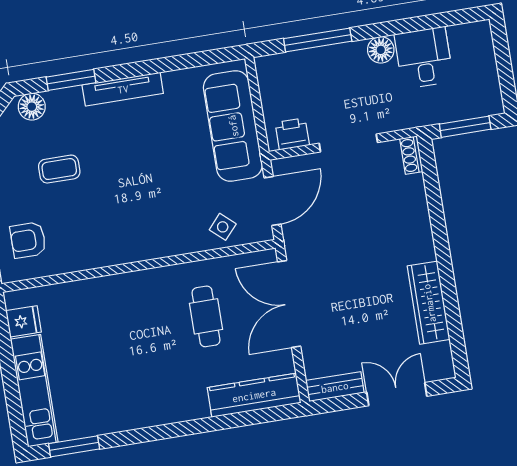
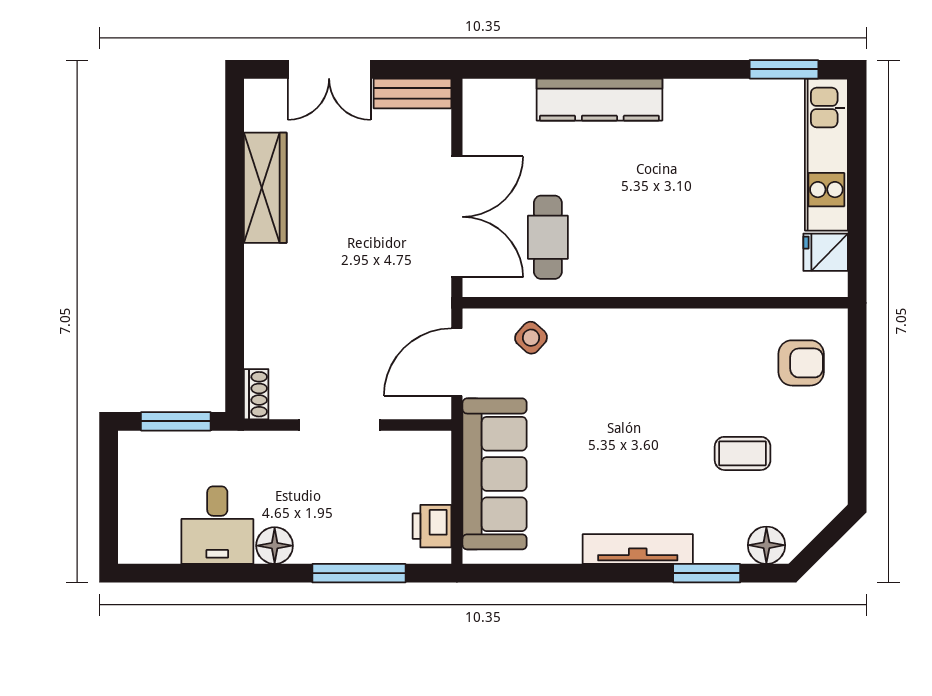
printer: (292, 134) -> (432, 526), moved, turned 90
cafe table: (206, 316) -> (548, 237), moved
kitchen counter: (254, 395) -> (599, 100), moved

